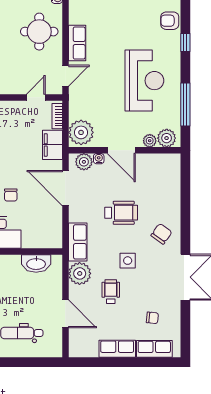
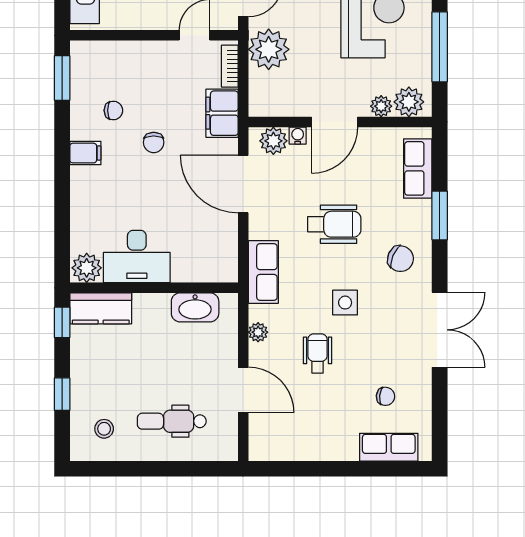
plant: (81, 132) -> (269, 49), moved
door: (121, 150) -> (335, 122), hinge flipped
chair: (11, 195) -> (154, 142), moved
window: (185, 207) -> (440, 216), added
chair: (161, 234) -> (401, 259), turned 77
plant: (80, 273) -> (258, 332), width x0.53, depth x0.53
row of seats: (117, 349) -> (418, 168), moved, turned -90

